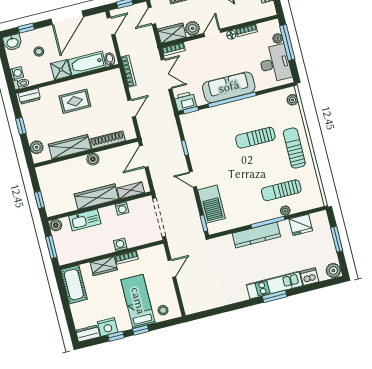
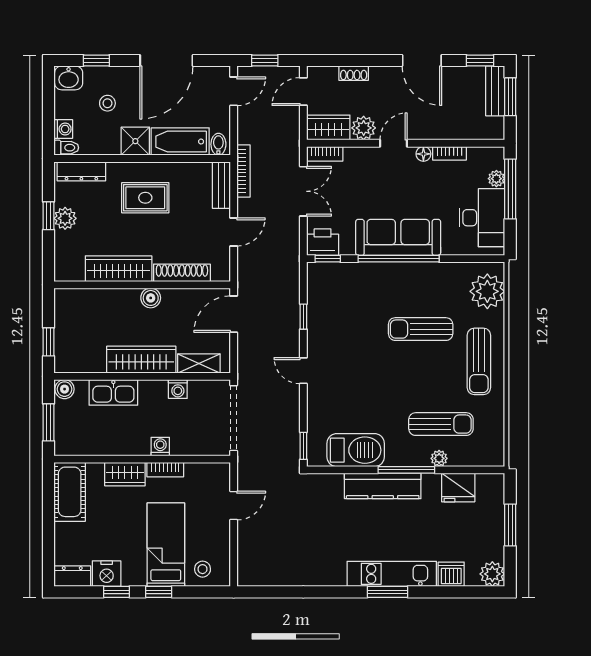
bench: (118, 83) -> (221, 185), added
dresser: (29, 96) -> (81, 171), width x1.44
plant: (292, 100) -> (487, 291), width x1.87, depth x1.87
plant: (37, 147) -> (65, 218), moved
sun lounger: (294, 148) -> (479, 361), turned 180
sun lounger: (281, 190) -> (441, 424), turned 180
barbecue: (211, 204) -> (356, 450), moved, turned -90

